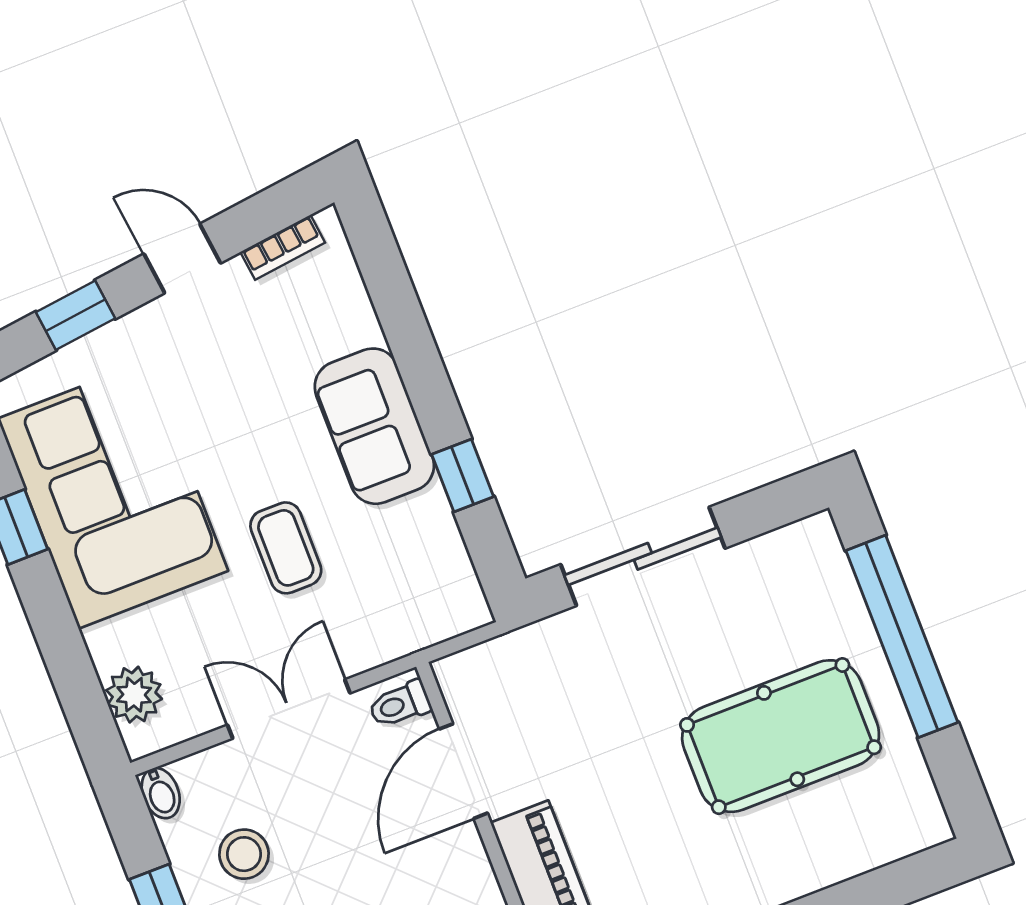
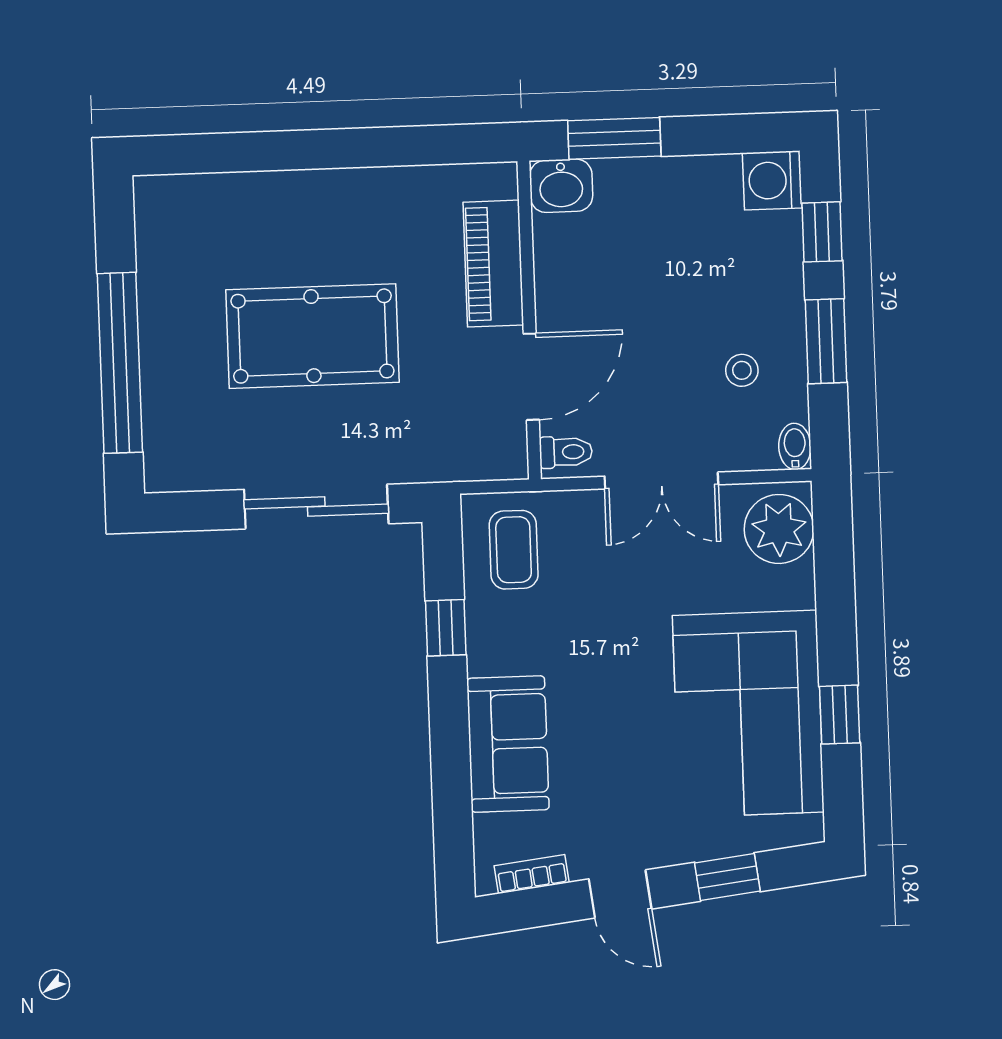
sofa: (374, 426) -> (508, 744), moved
coffee table: (286, 548) -> (514, 550), moved
plant: (134, 695) -> (779, 529), width x1.36, depth x1.36
pool table: (781, 736) -> (312, 336), moved
stool: (244, 854) -> (742, 370), width x0.73, depth x0.73

